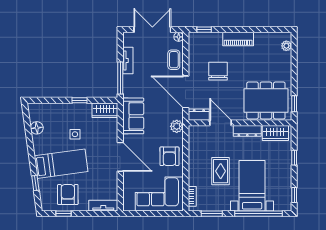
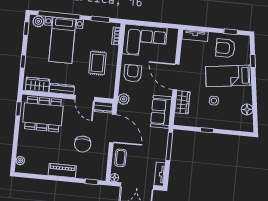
tv unit: (128, 61) -> (160, 174), moved
wardrobe: (105, 110) -> (182, 102), moved, turned 90
rug: (221, 171) -> (98, 63), moved
armchair: (68, 195) -> (225, 48), turned 90
plant: (281, 205) -> (38, 21), added

